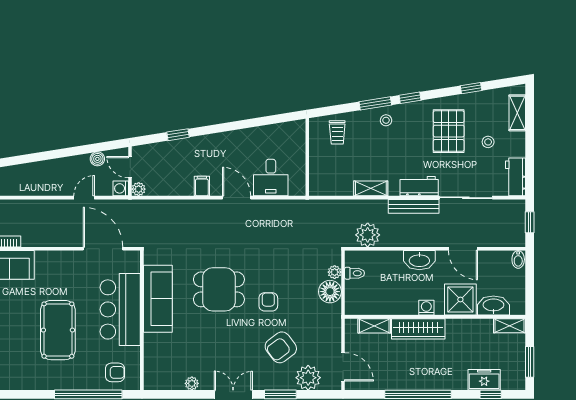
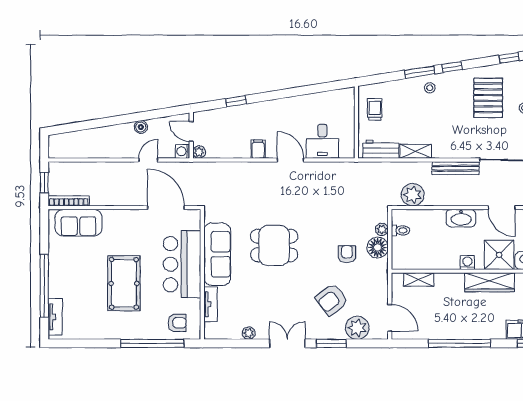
trolley: (337, 132) -> (375, 109), moved, turned 180
boiler: (97, 159) -> (141, 127), moved
workbench: (419, 186) -> (381, 149), moved
armchair: (268, 302) -> (347, 254), moved
wardrobe: (418, 329) -> (489, 282), moved
tv unit: (151, 352) -> (211, 304), added

